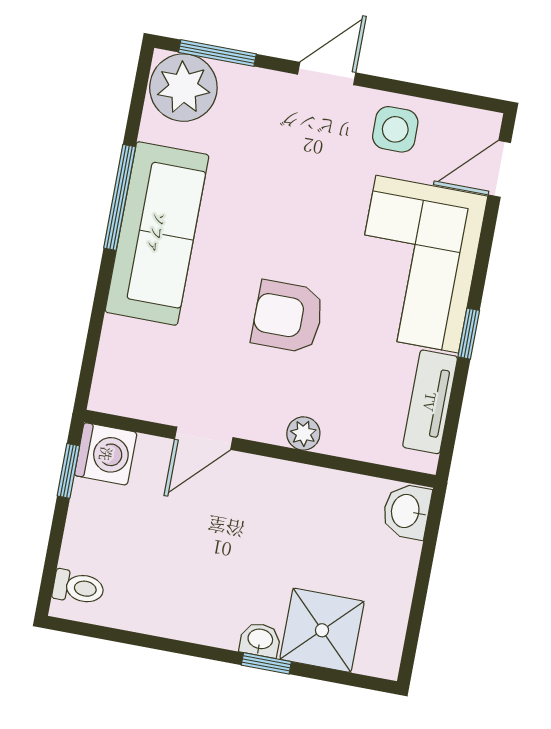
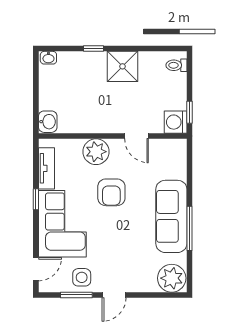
window: (217, 53) -> (76, 295), moved
armchair: (288, 317) -> (111, 192), turned 90
plant: (303, 433) -> (96, 152), width x1.87, depth x1.87
door: (204, 438) -> (136, 136), swing flipped
shower: (322, 630) -> (123, 66), moved
washbasin: (260, 640) -> (48, 58), moved

